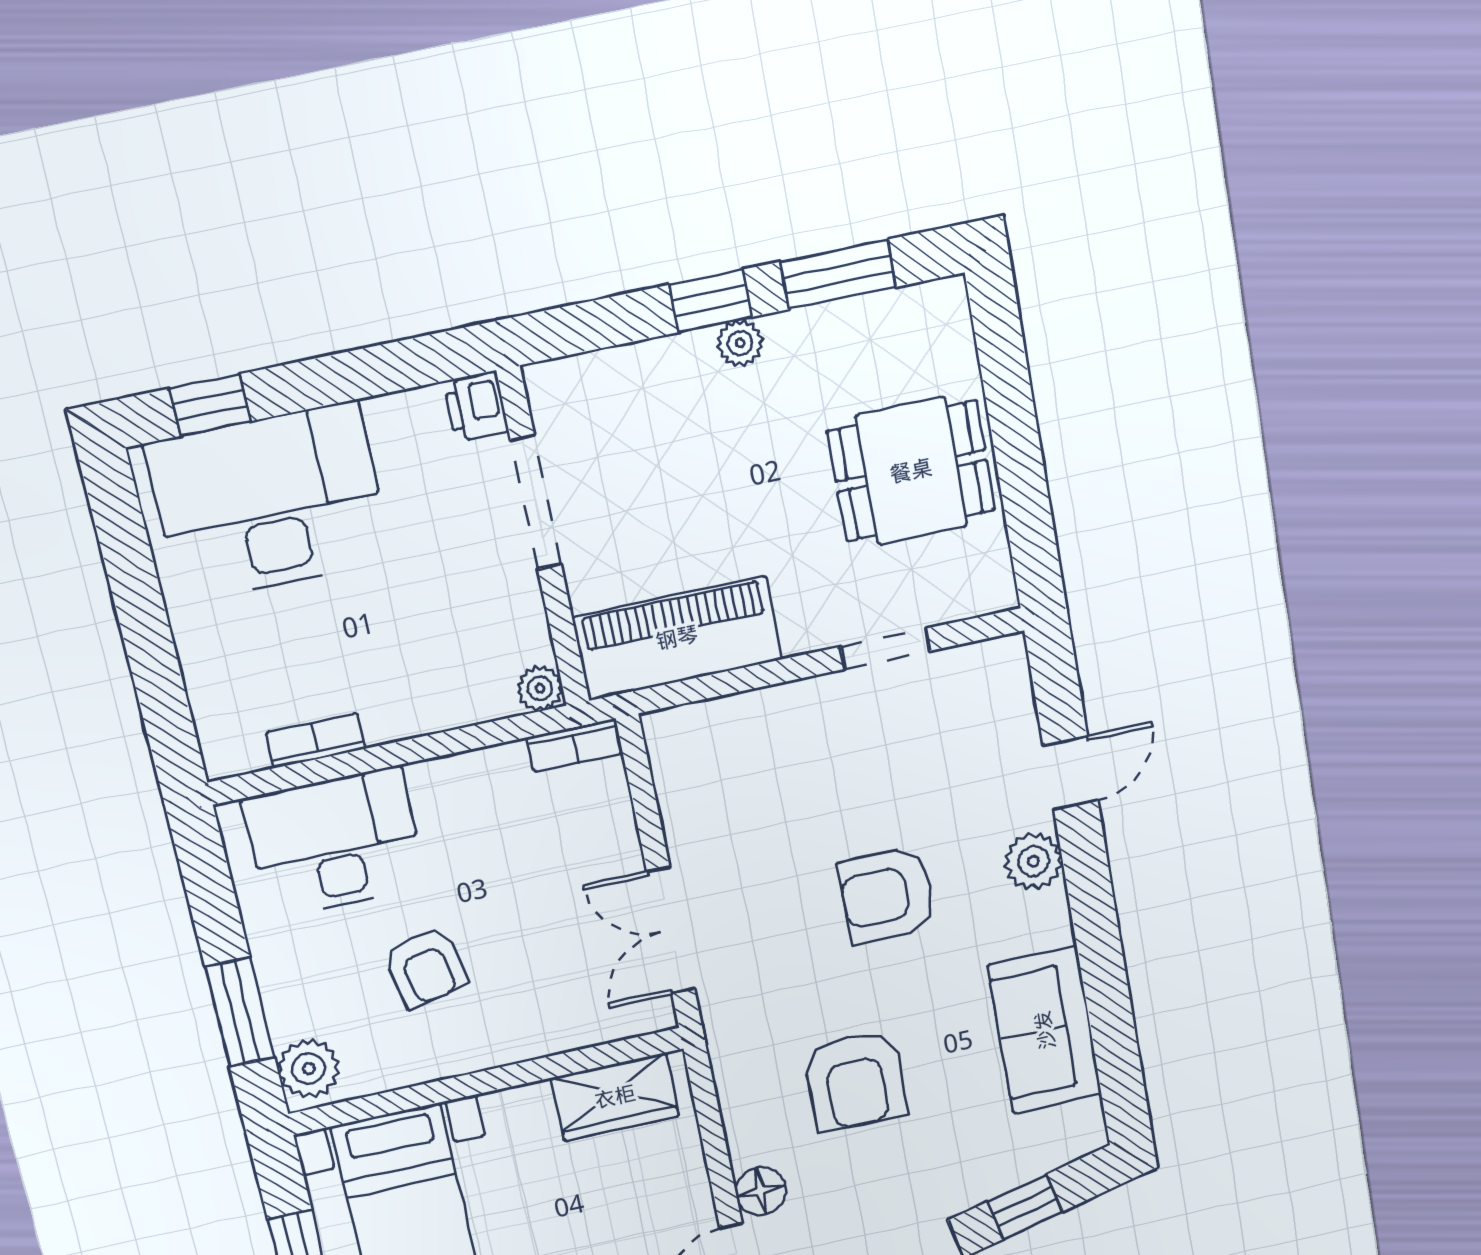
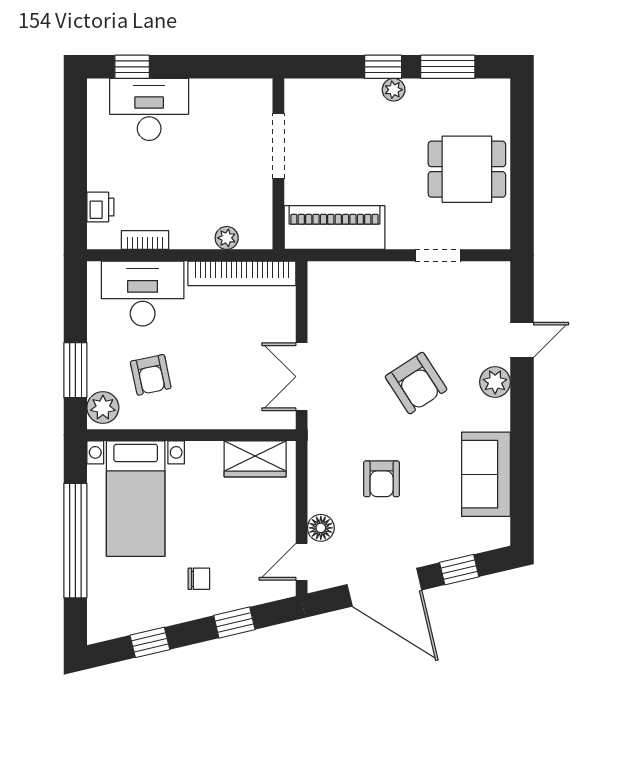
printer: (476, 407) -> (100, 207), moved, turned 180
desk: (269, 502) -> (149, 109), width x0.73, depth x0.77
plant: (540, 688) -> (227, 238), moved
bookcase: (575, 745) -> (242, 273), width x2.31, depth x1.31
armchair: (887, 895) -> (416, 383), turned -123
armchair: (426, 967) -> (151, 375), moved
armchair: (855, 1081) -> (382, 479), width x0.72, depth x0.72

